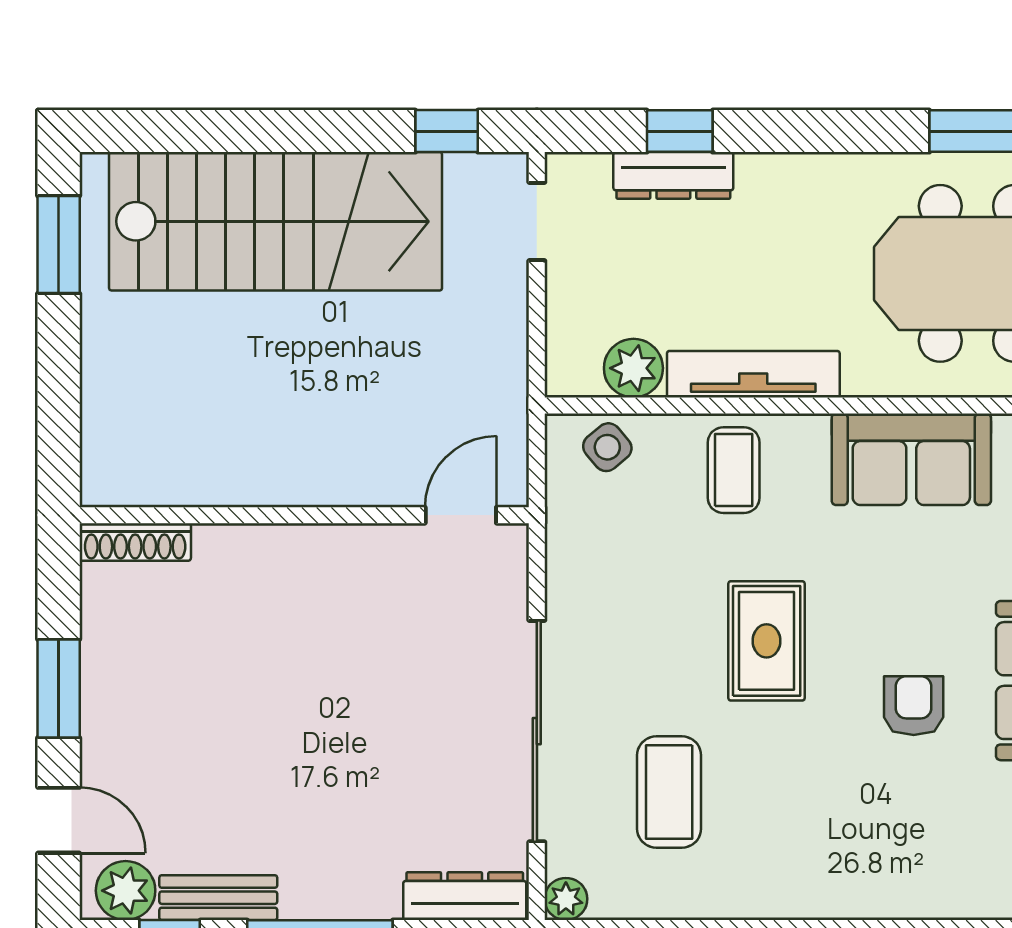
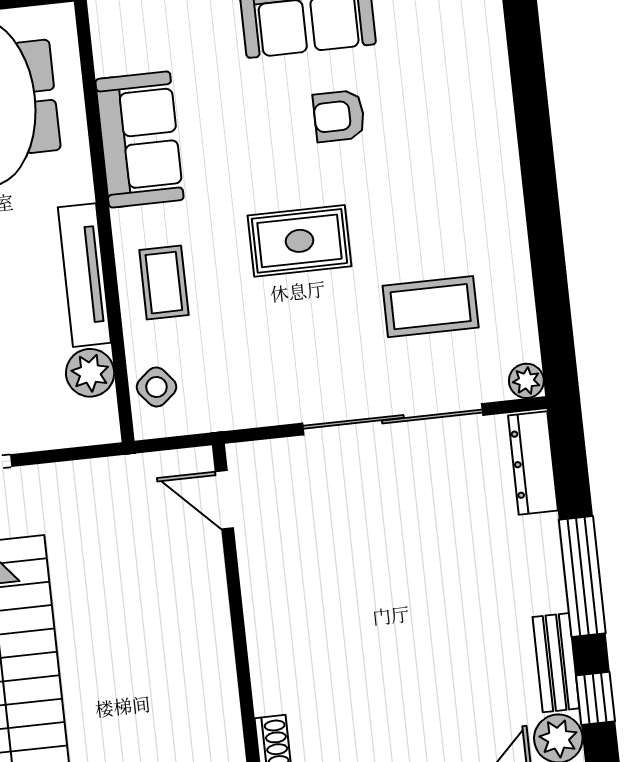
coffee table: (734, 470) -> (164, 283), turned 90

